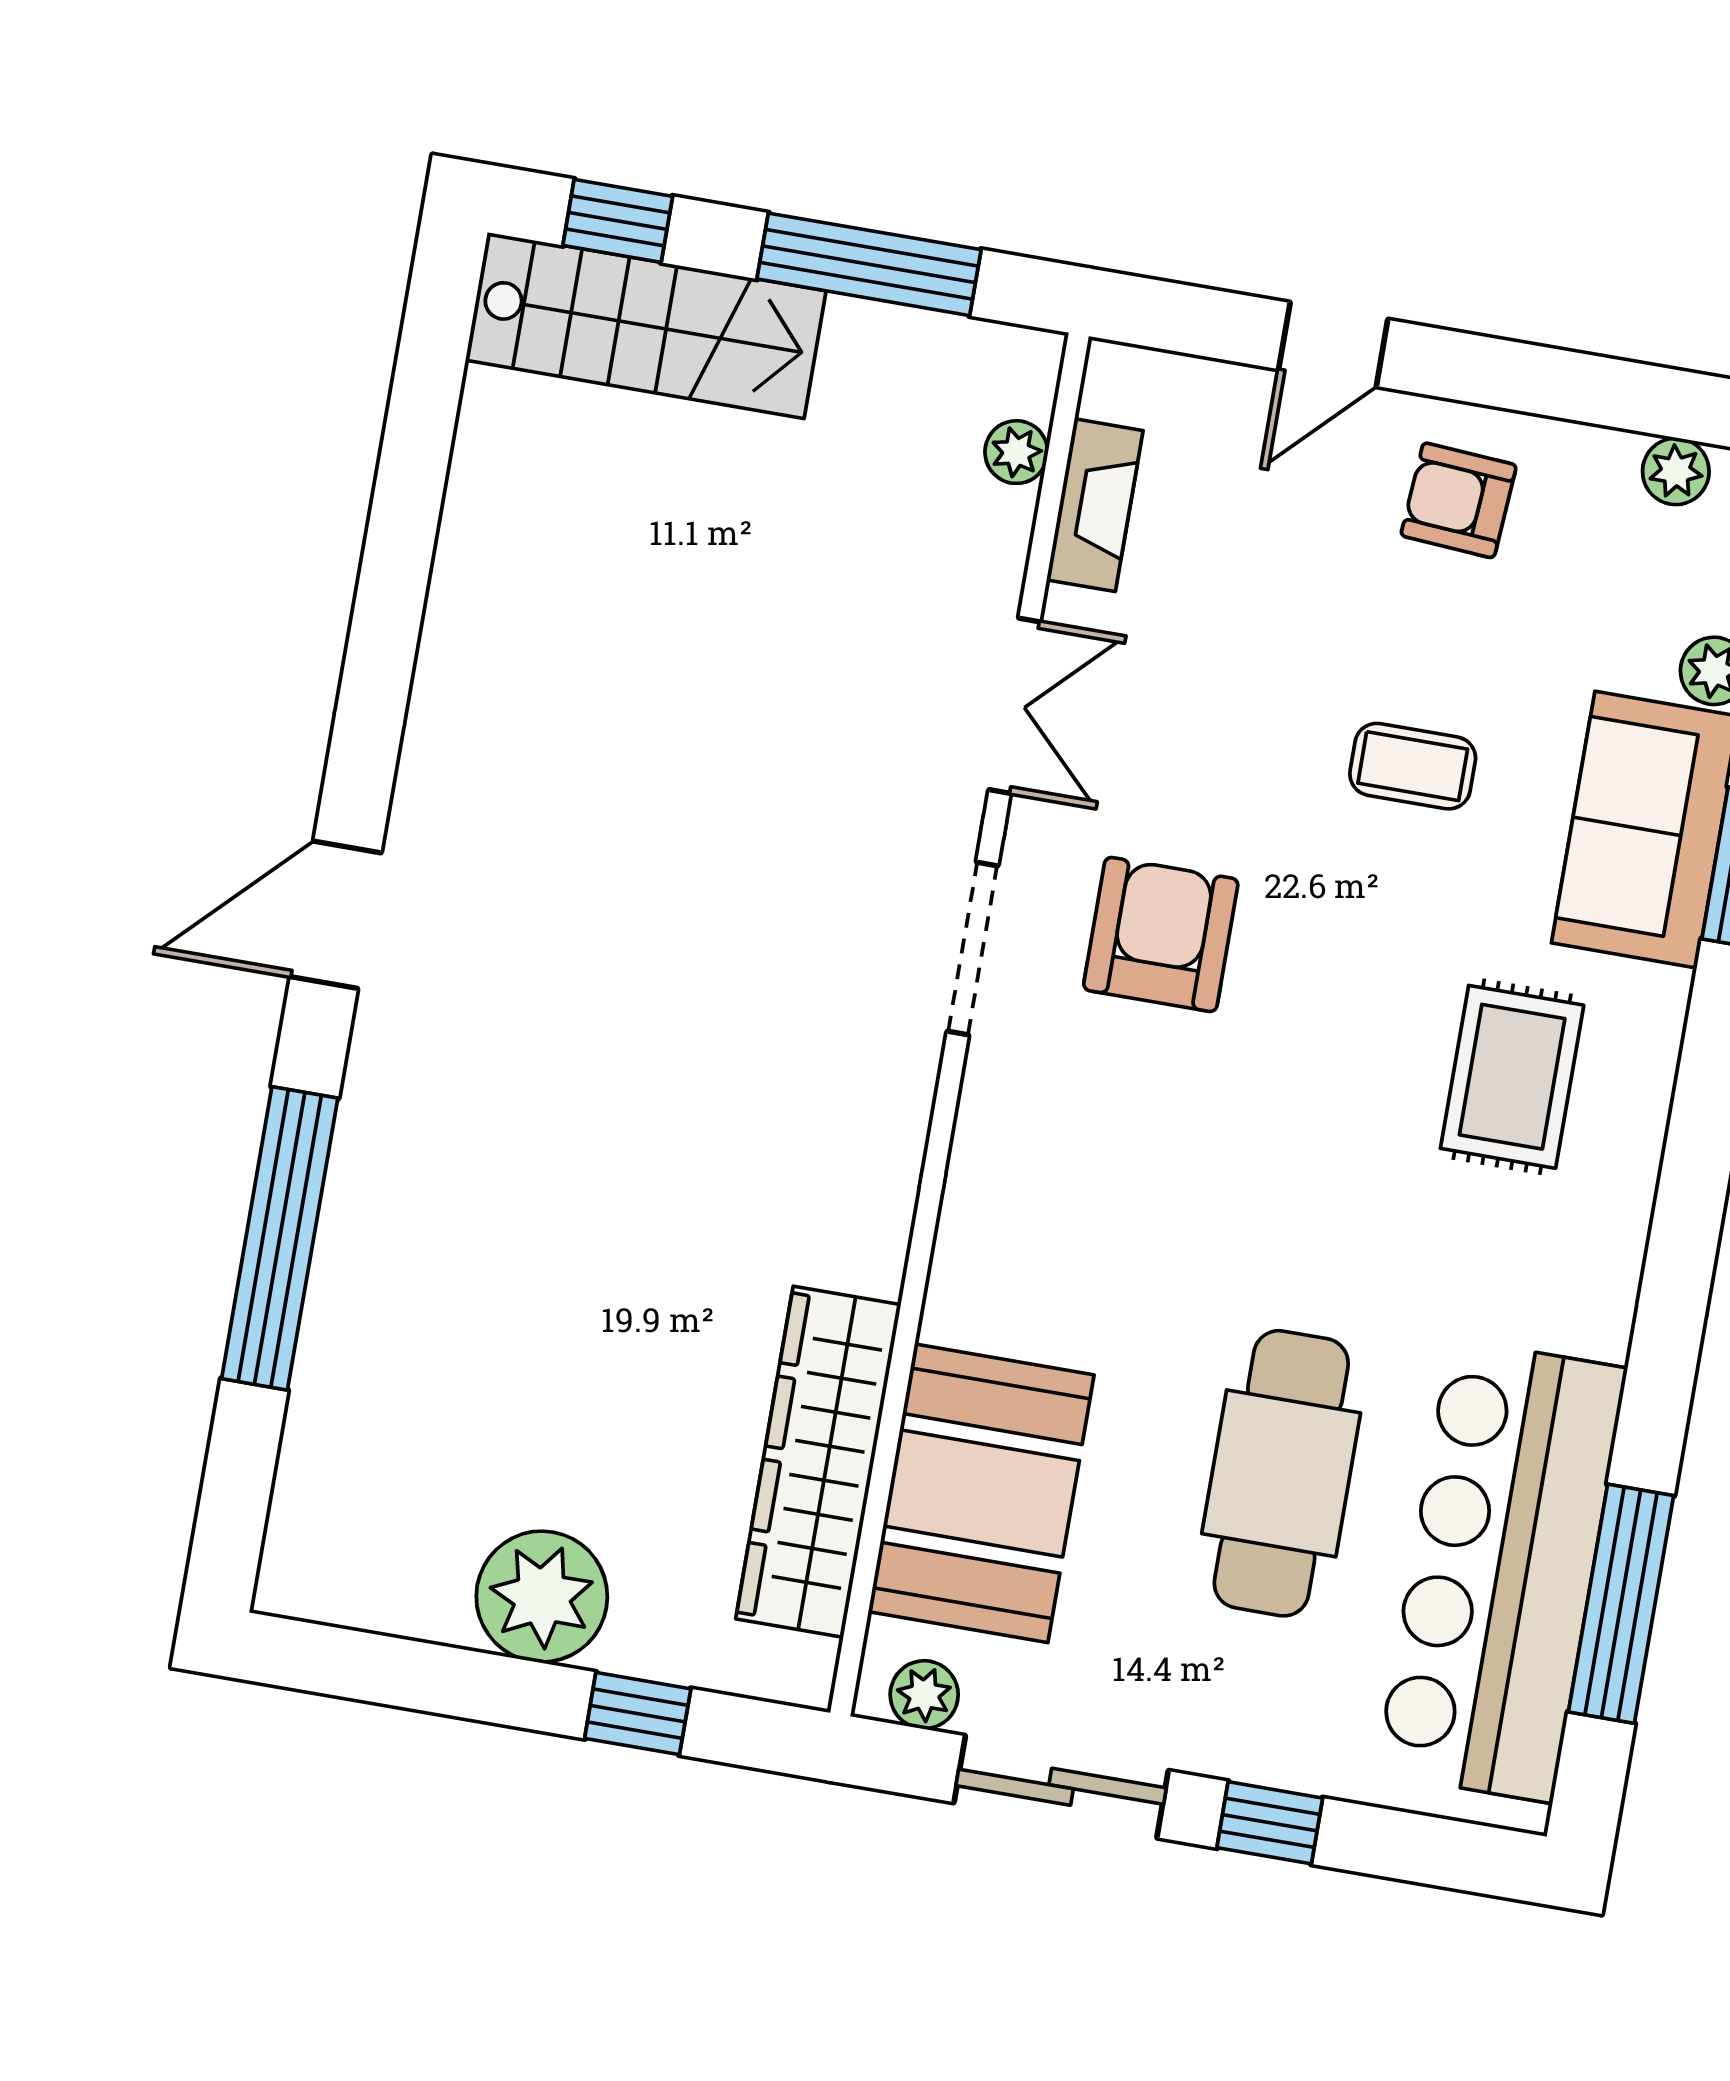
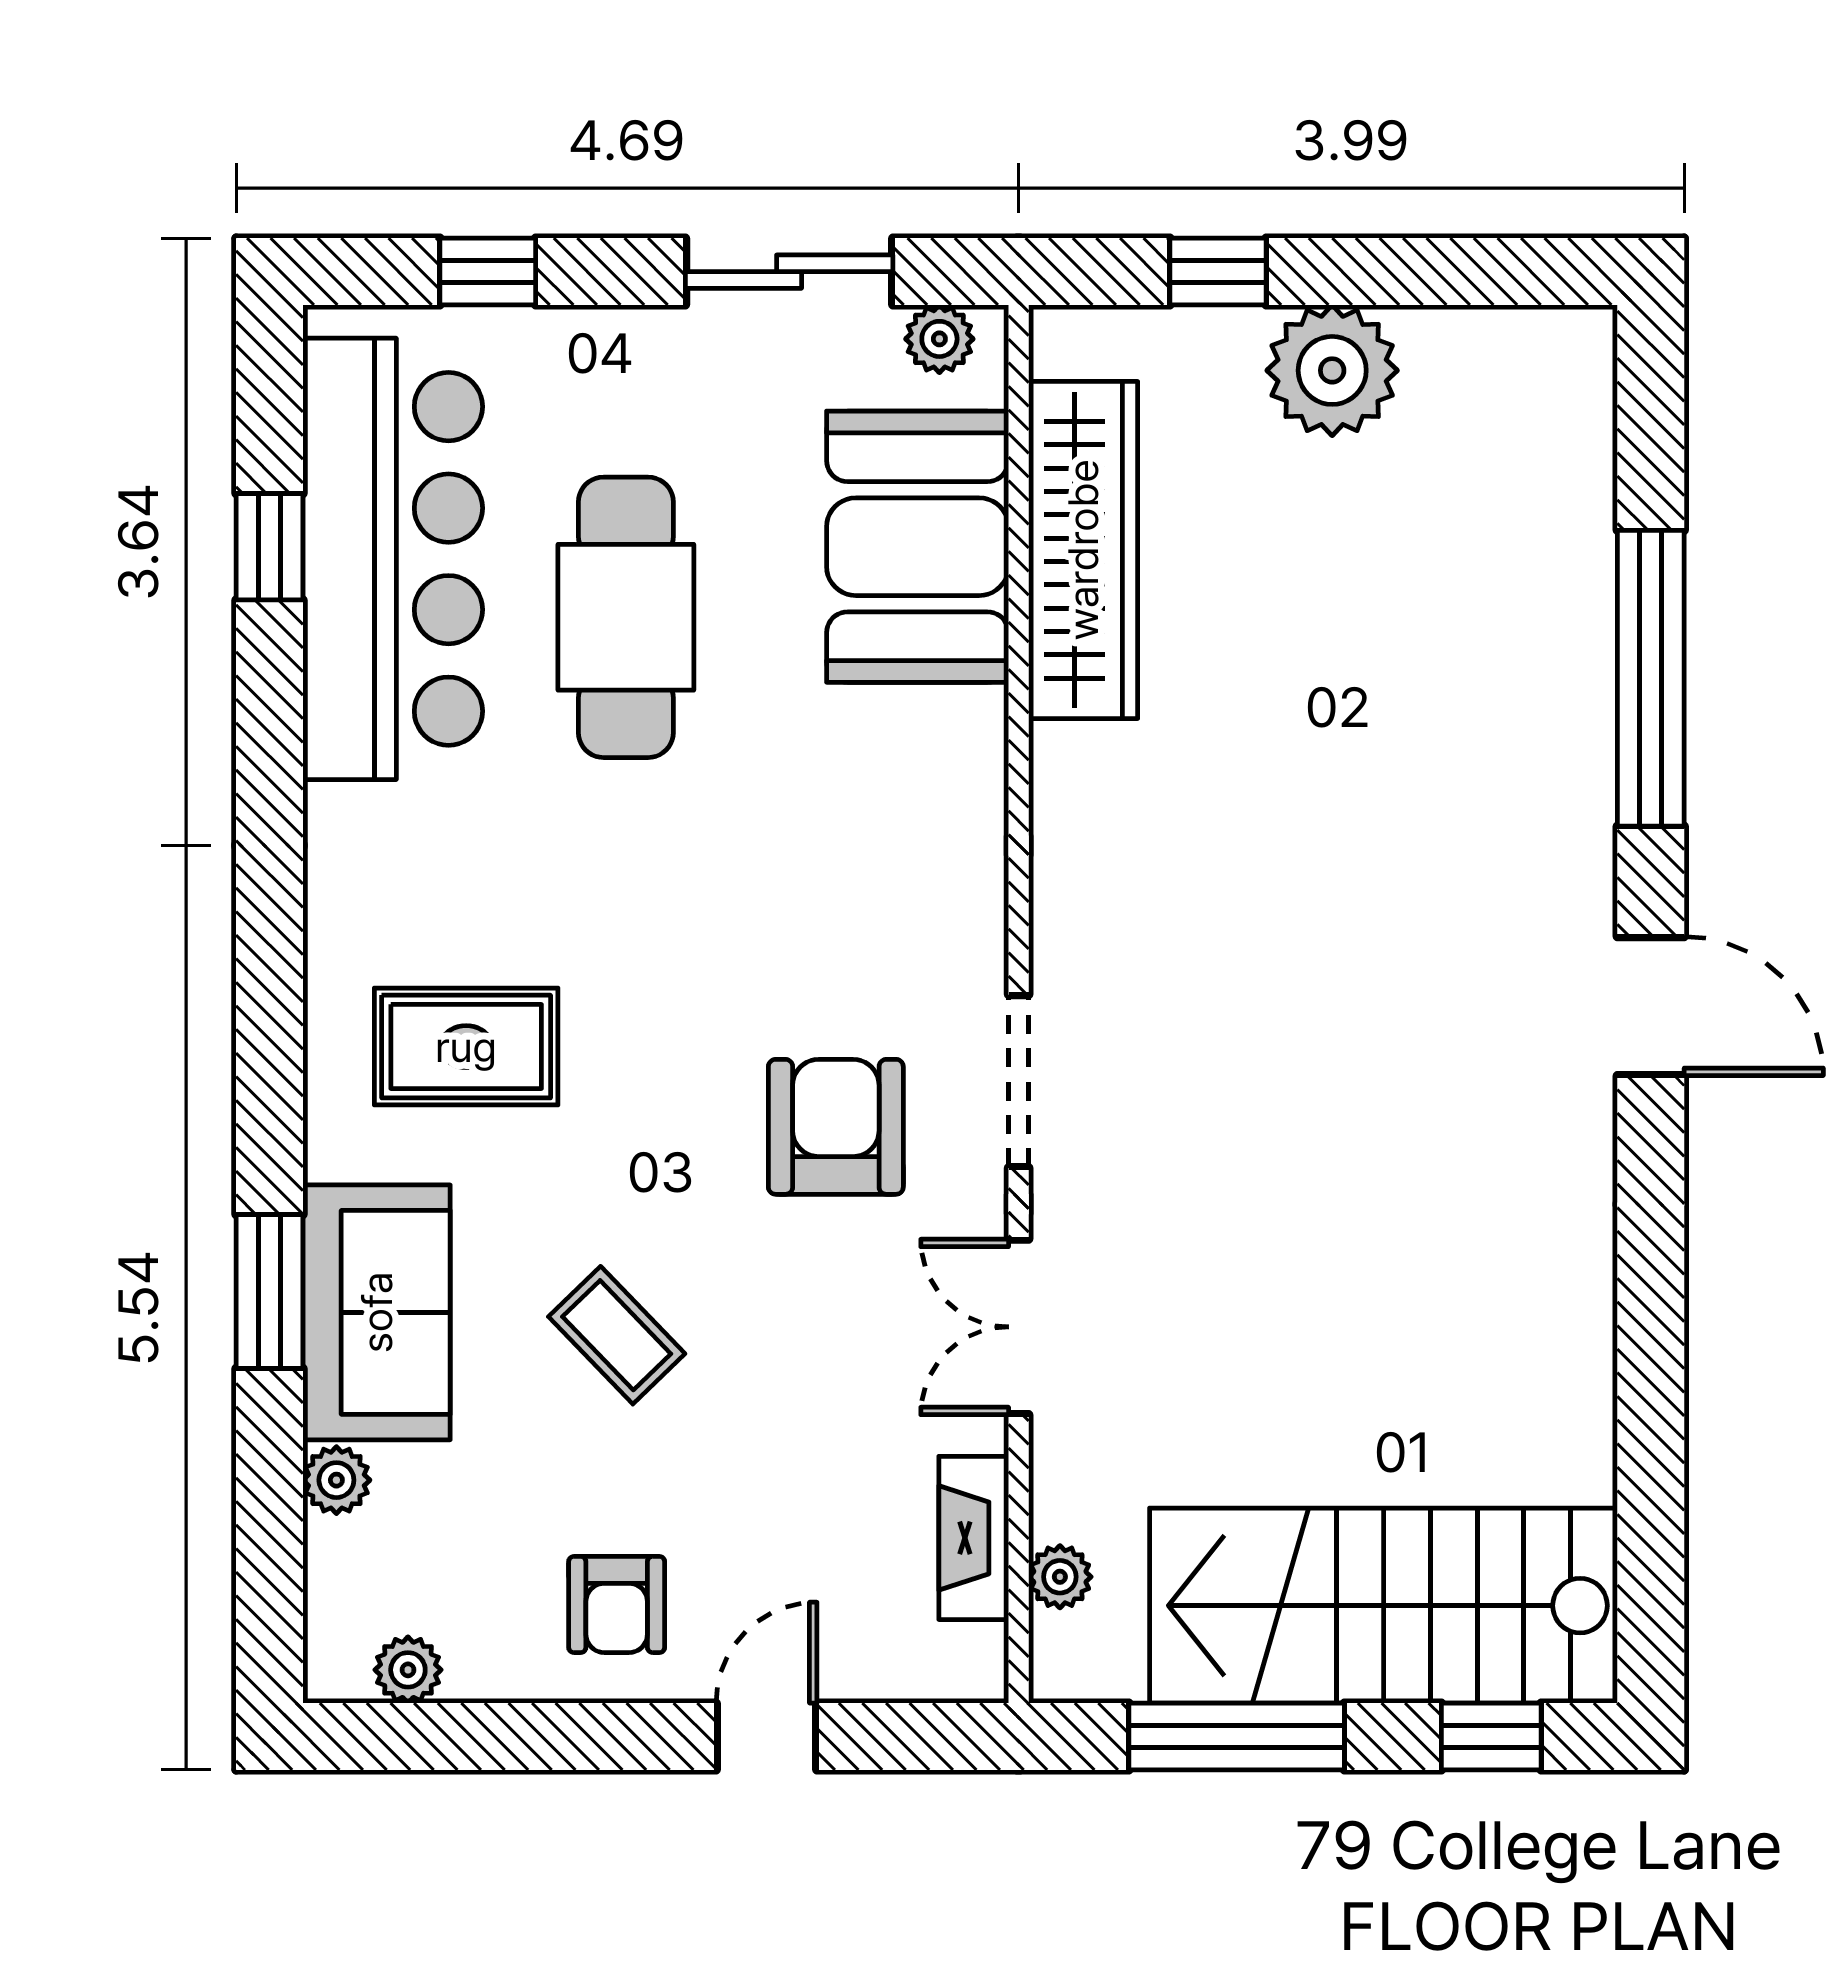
stairs: (646, 325) -> (1384, 1606), width x1.36, depth x1.51
armchair: (1459, 500) -> (617, 1604), turned 86
coffee table: (1413, 766) -> (617, 1335), turned 46
door: (336, 915) -> (1651, 1006), hinge flipped
armchair: (1161, 934) -> (836, 1127), turned 180
rug: (1512, 1077) -> (466, 1047), turned 90
window: (1621, 1604) -> (269, 547), width x0.46
window: (1270, 1823) -> (488, 272), moved

